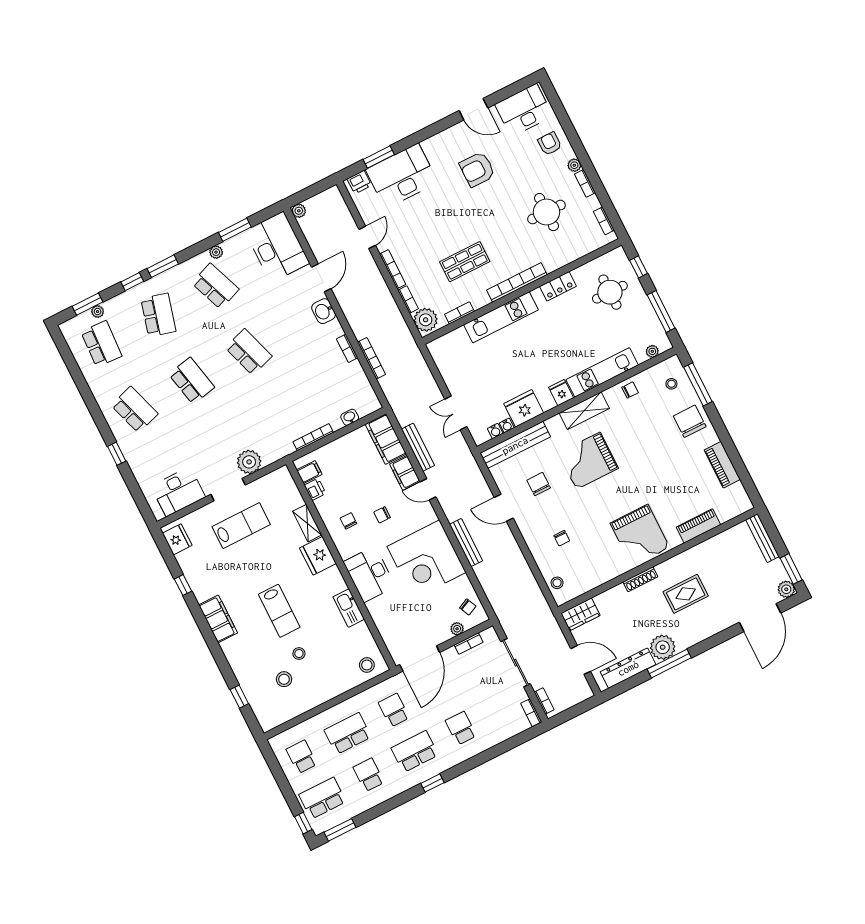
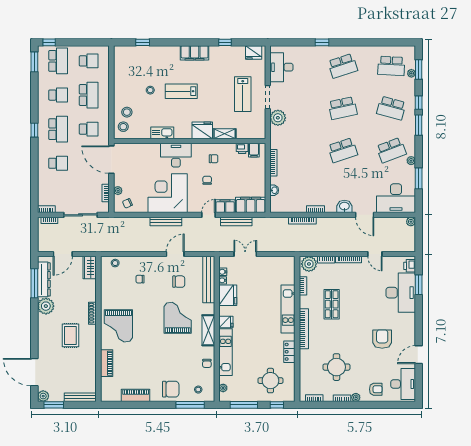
grand piano: (640, 535) -> (118, 326), turned -90
window: (669, 663) -> (34, 283), moved
stool: (284, 679) -> (127, 112), moved

